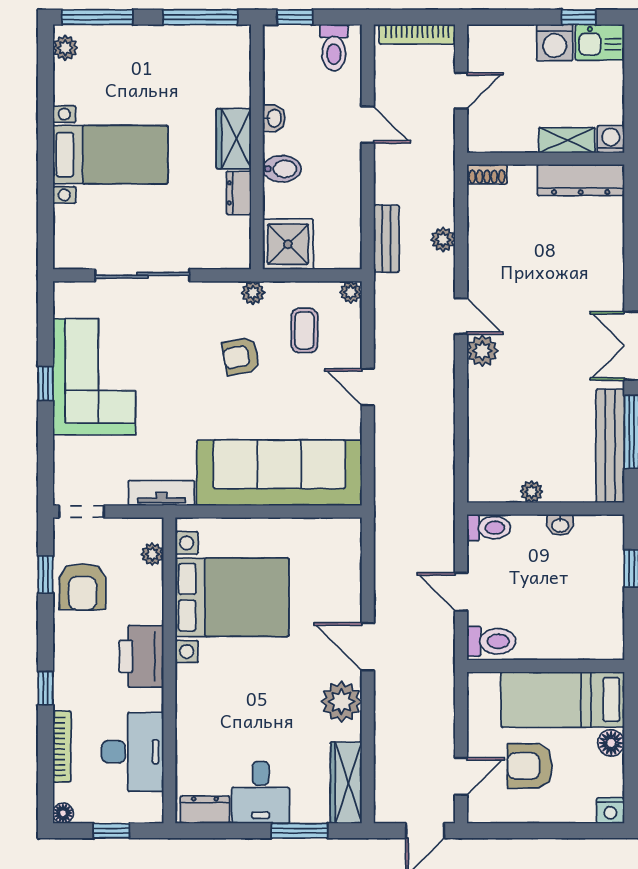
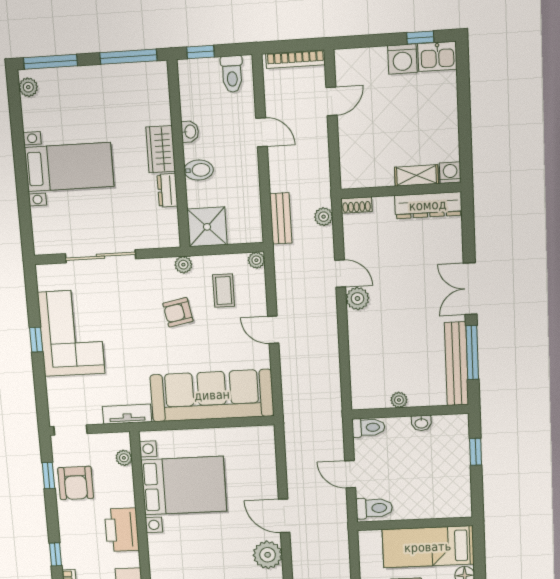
washing machine: (611, 139) -> (450, 173), moved
shelving: (567, 140) -> (416, 175), moved
wall: (546, 159) -> (401, 191), moved
shoe rack: (487, 174) -> (356, 205), moved
dresser: (581, 180) -> (428, 205), moved

